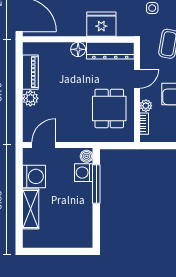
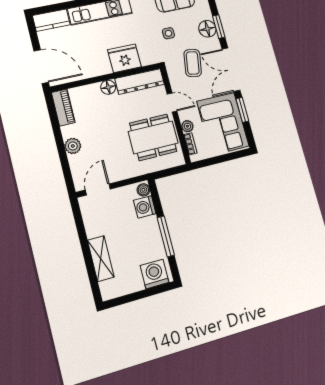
piano: (30, 72) -> (63, 107), moved
door: (137, 79) -> (172, 102), hinge flipped
dining table: (109, 108) -> (153, 137), width x1.38
washing machine: (34, 176) -> (154, 274), moved, turned -90
window: (96, 184) -> (166, 236), moved

